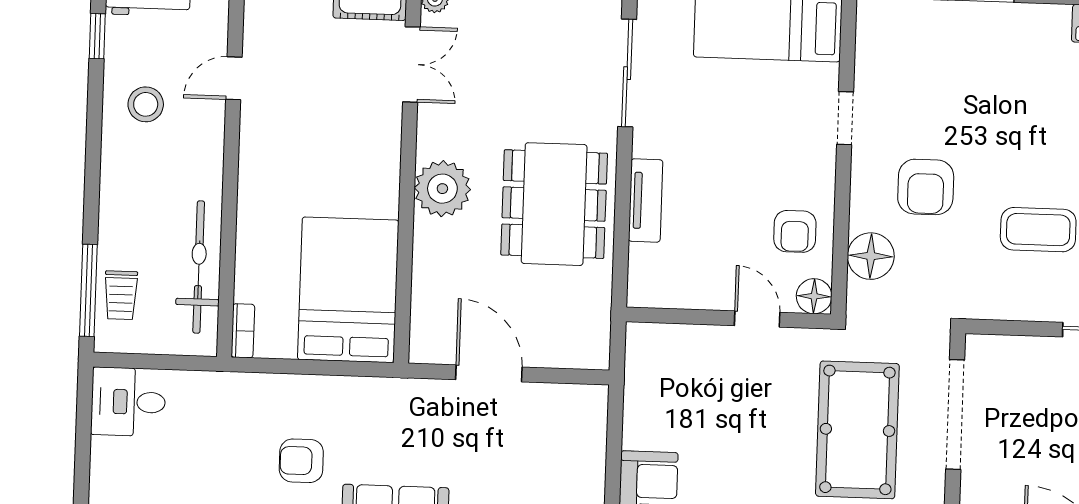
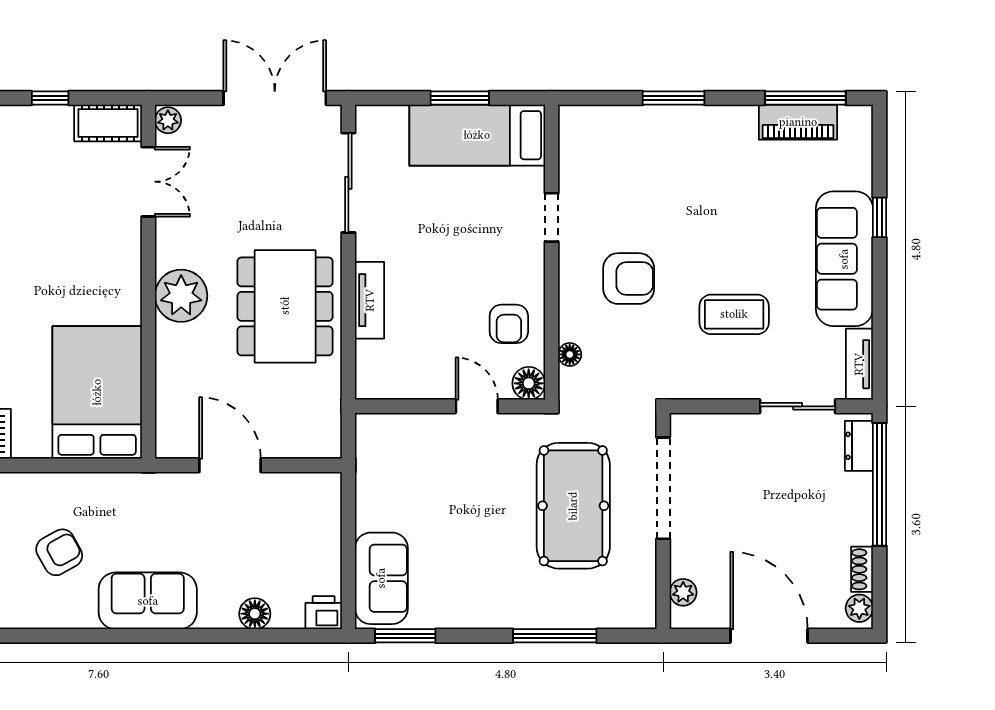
armchair: (926, 187) -> (629, 279), turned -90
floor lamp: (871, 256) -> (570, 354), width x0.53, depth x0.53
armchair: (301, 461) -> (59, 552), turned 151

